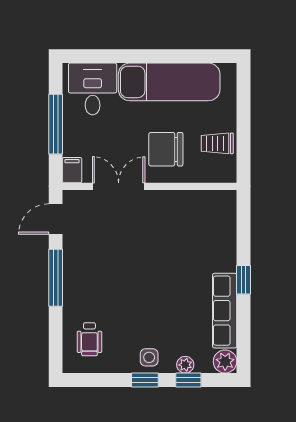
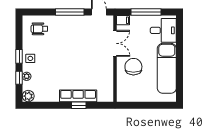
trolley: (217, 143) -> (136, 92), removed
window: (244, 280) -> (79, 105), moved
row of seats: (225, 311) -> (78, 96), moved

